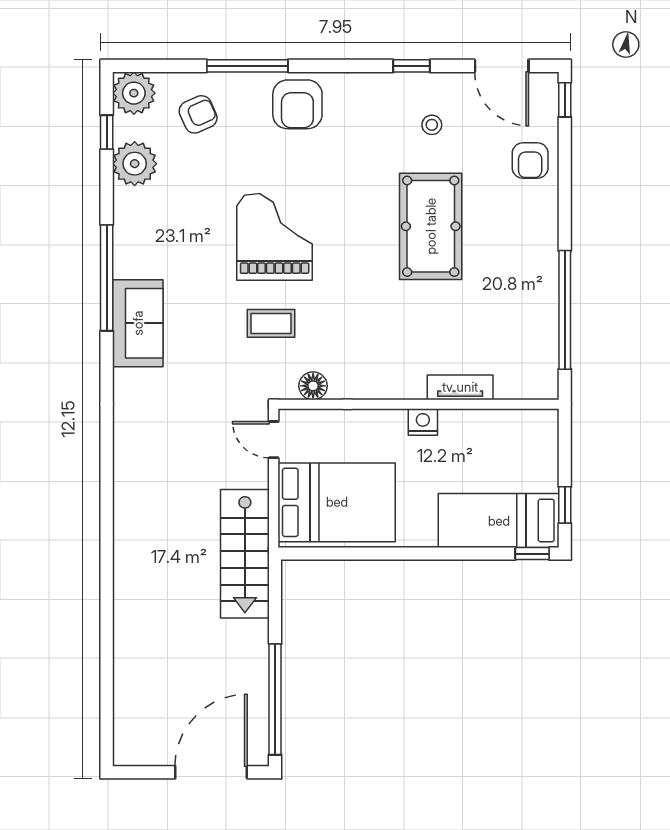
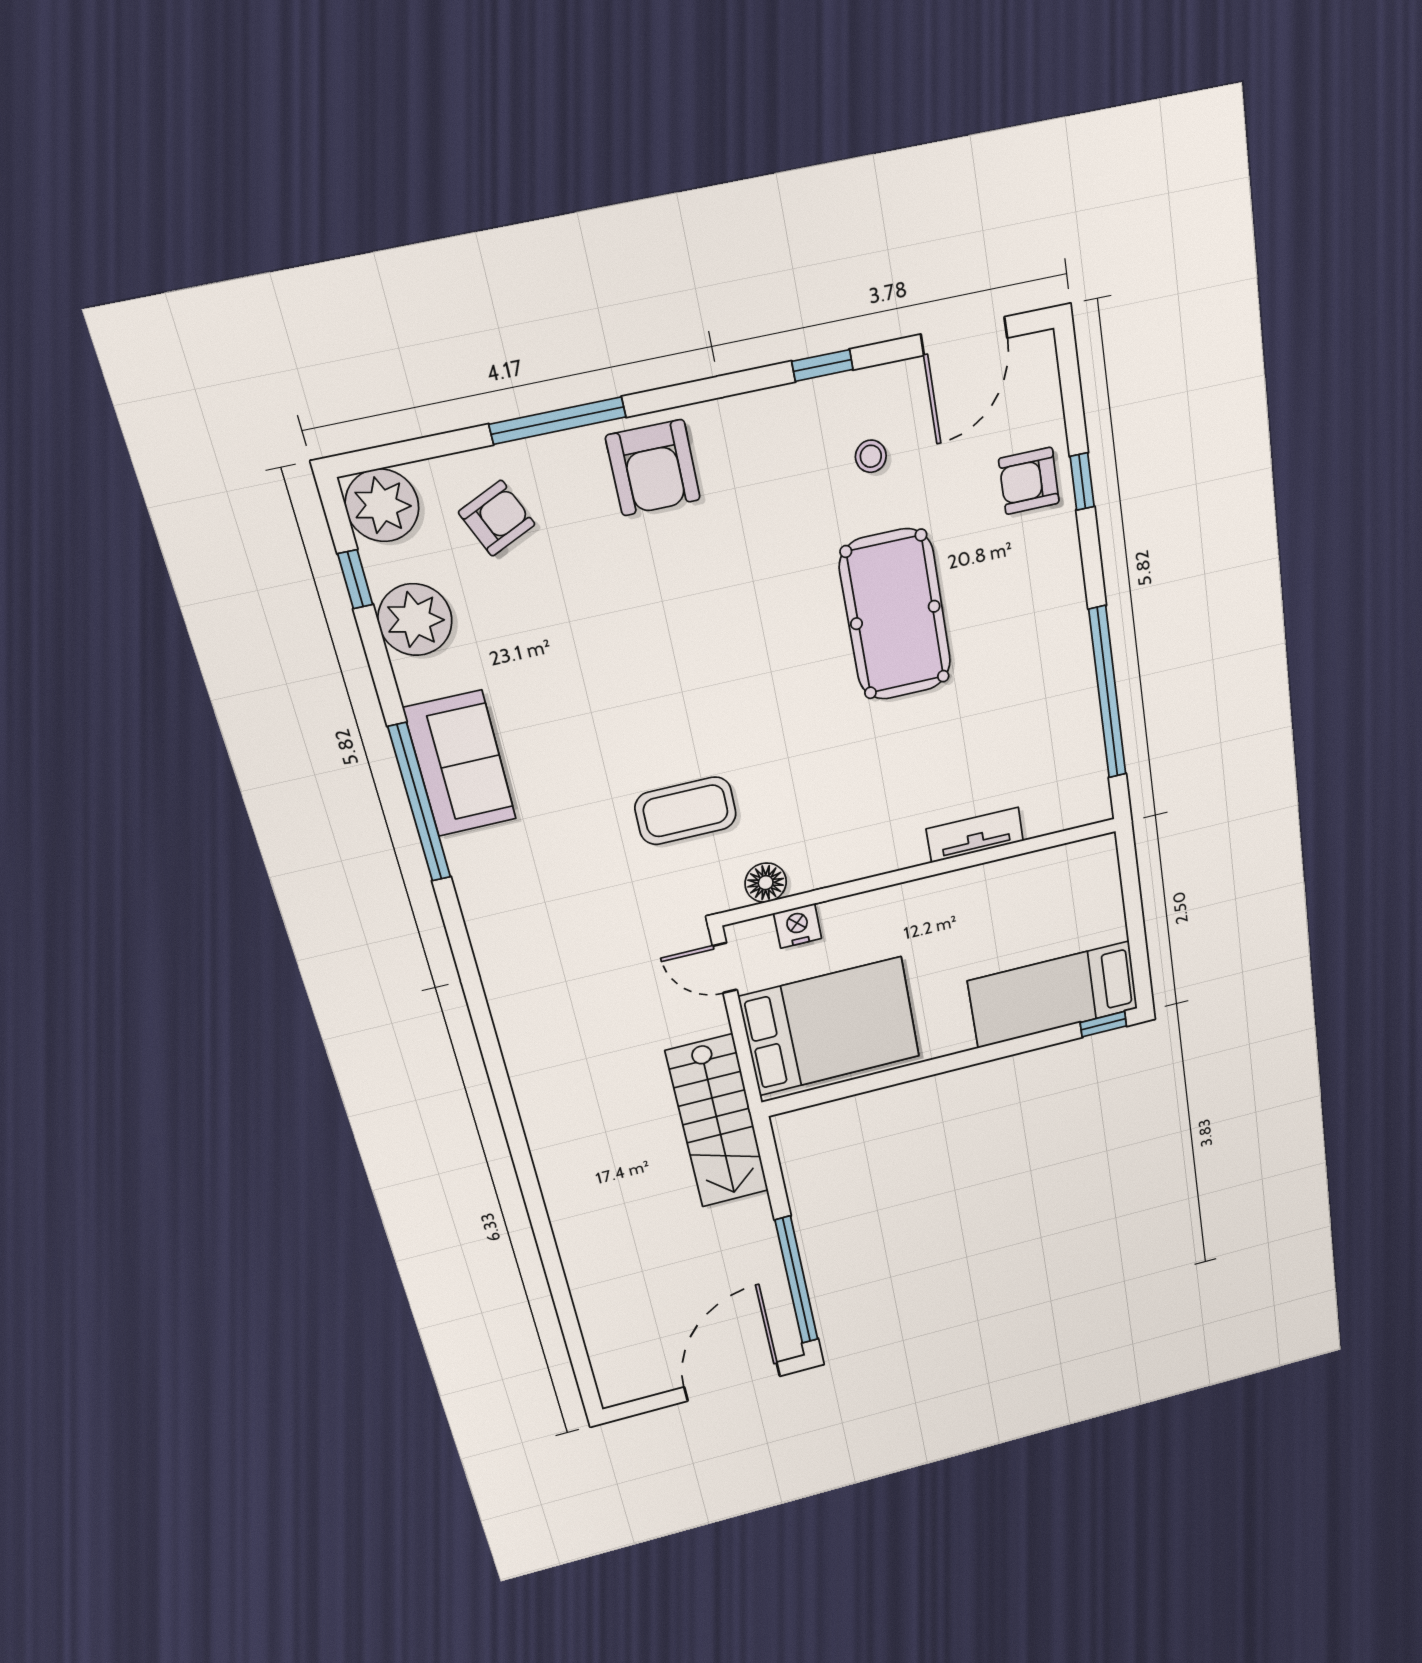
door: (502, 66) -> (964, 336), hinge flipped
window: (565, 100) -> (1082, 481), moved
armchair: (530, 161) -> (1029, 481), turned 90
grand piano: (275, 237) -> (663, 684), removed
sofa: (138, 323) -> (460, 764), moved
coffee table: (271, 323) -> (686, 811), width x1.36, depth x1.30
nightstand: (423, 422) -> (798, 926), moved
window: (565, 505) -> (1139, 953), removed

